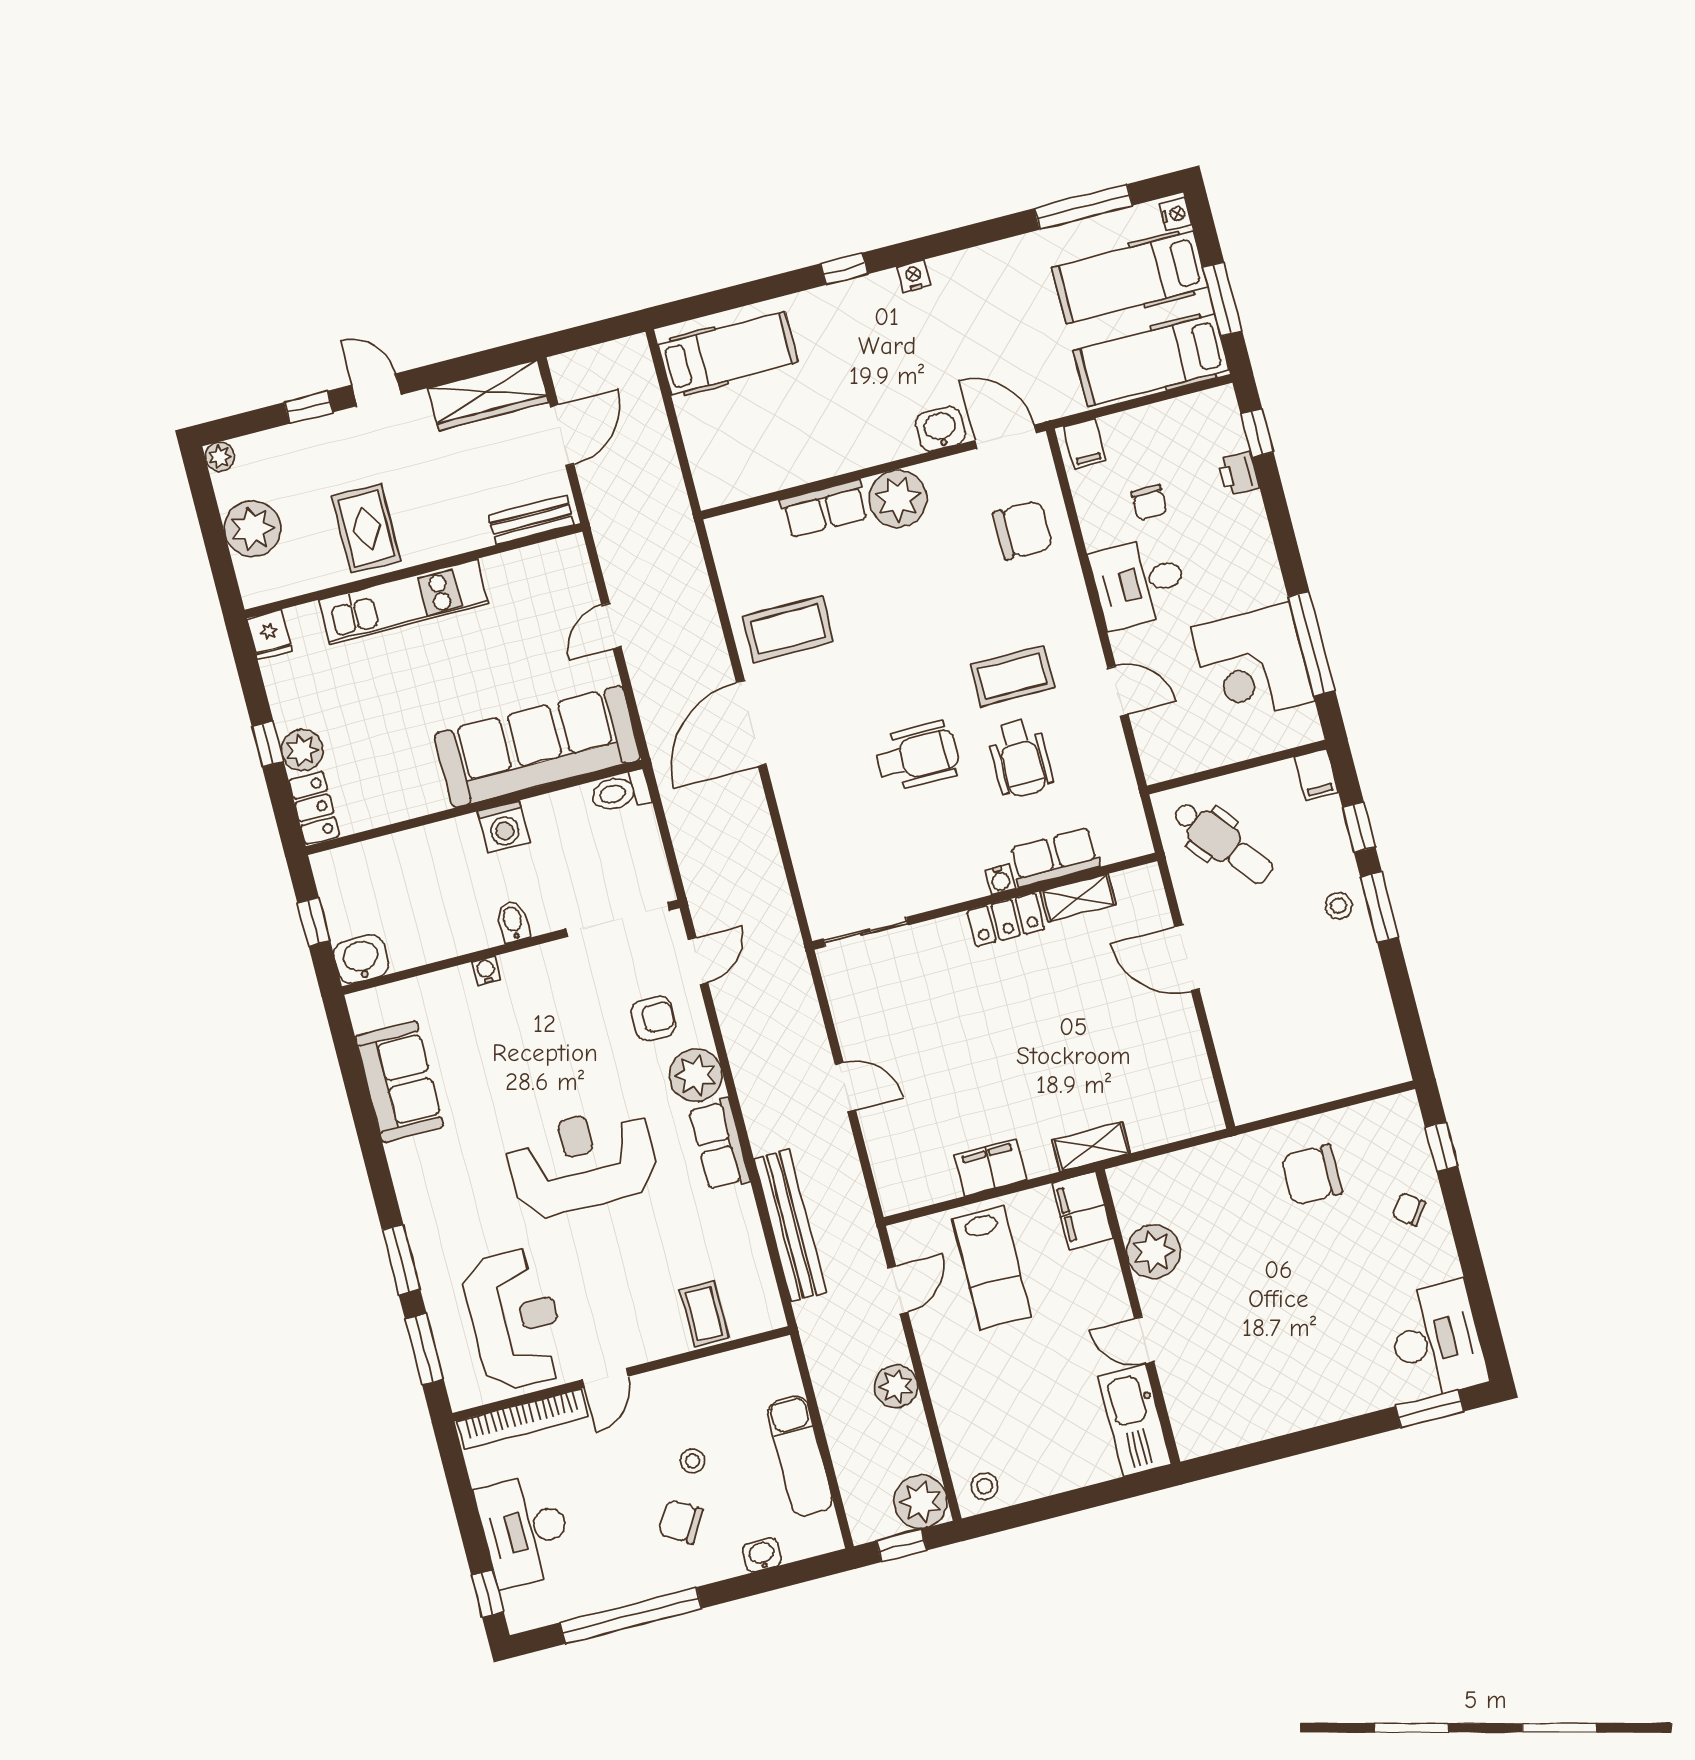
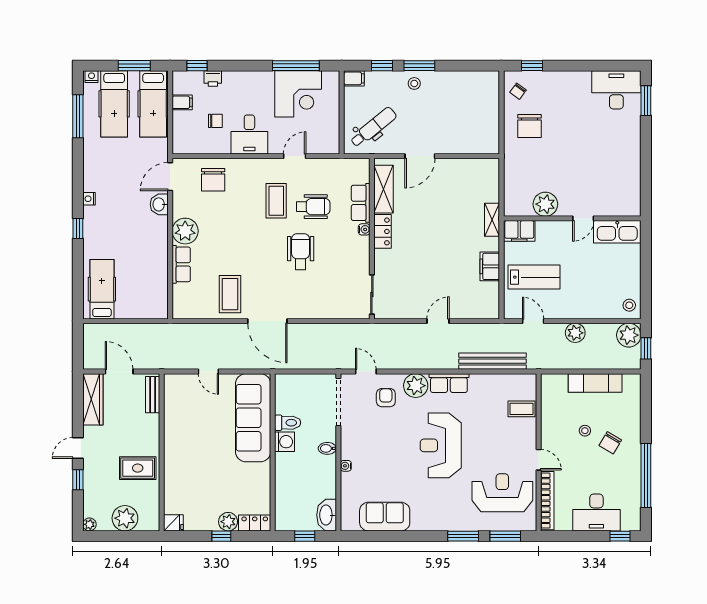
filing cabinet: (1085, 444) -> (182, 102), moved
chair: (1023, 530) -> (213, 180), turned 180
kitchen unit: (403, 602) -> (174, 460), removed
toilet: (620, 792) -> (288, 423), moved, turned -90
shelving: (1078, 898) -> (384, 189), width x1.50, depth x1.33
washbasin: (361, 959) -> (327, 515), width x1.38
chair: (1409, 1209) -> (518, 91), moved
washbasin: (762, 1555) -> (634, 411), removed

